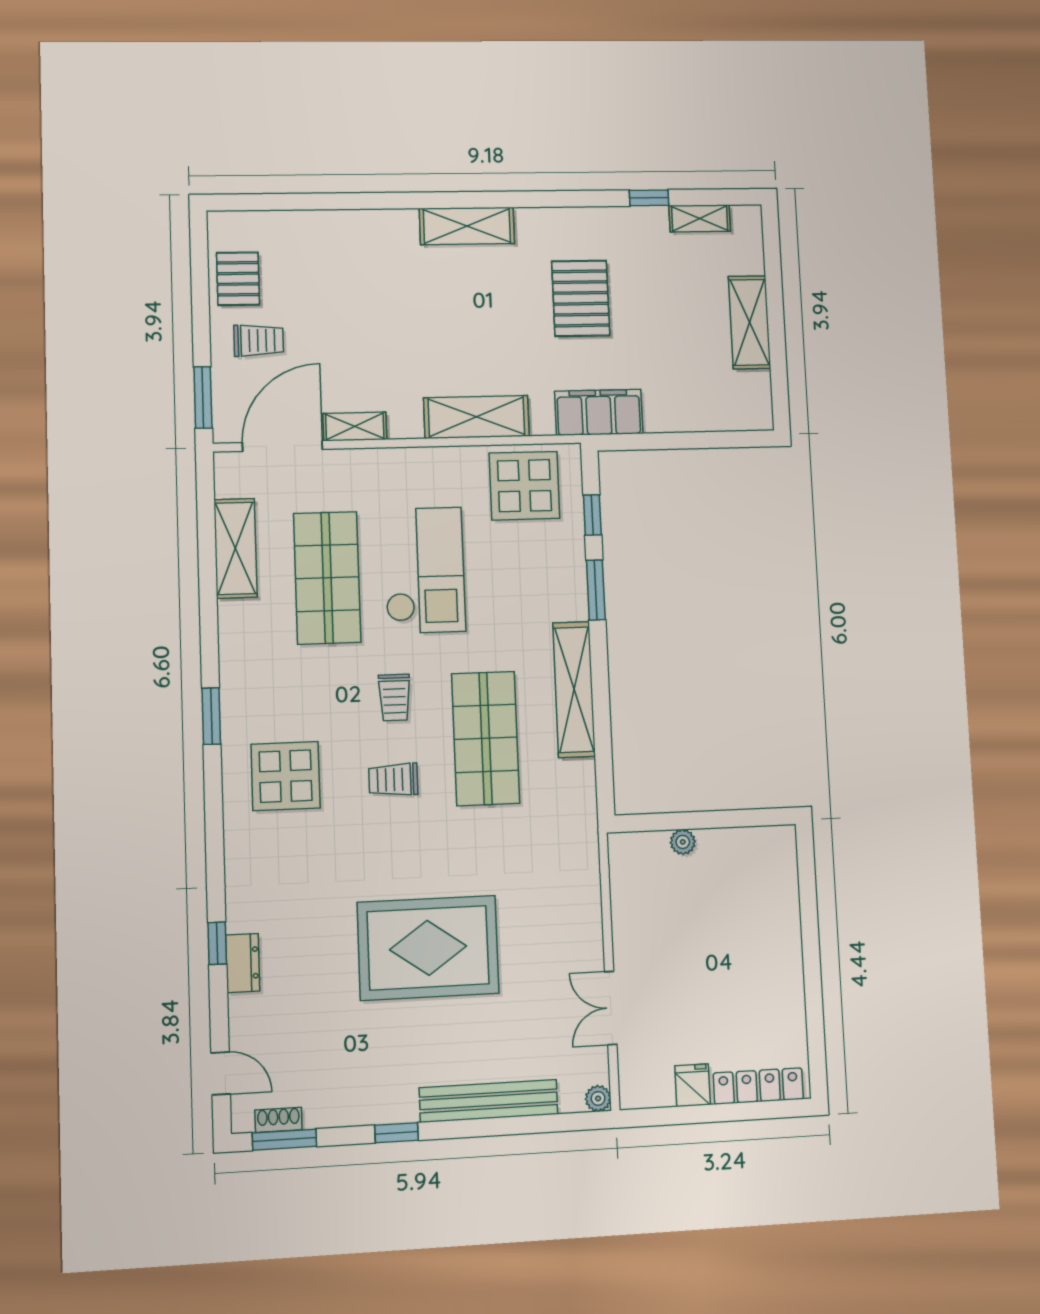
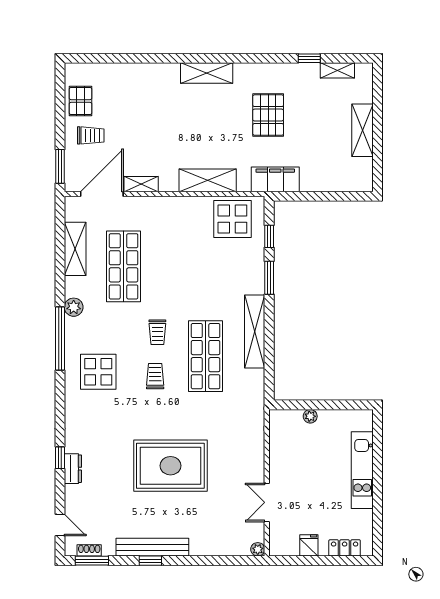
checkout: (424, 570) -> (176, 264), removed
plant: (236, 657) -> (74, 307), added
window: (211, 716) -> (60, 338), width x2.11
trolley: (393, 780) -> (155, 376), turned 90
kitchen unit: (783, 938) -> (362, 470), added
locker: (758, 1086) -> (345, 548), width x0.66
bench: (489, 1101) -> (152, 547), moved

